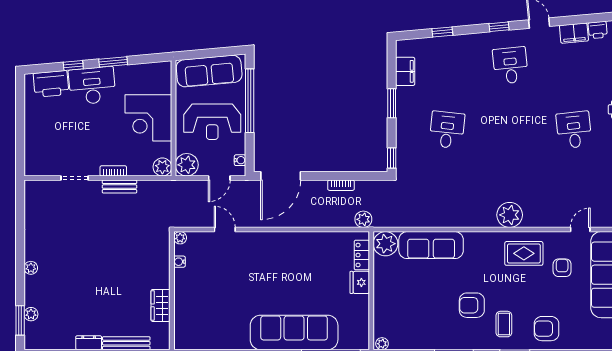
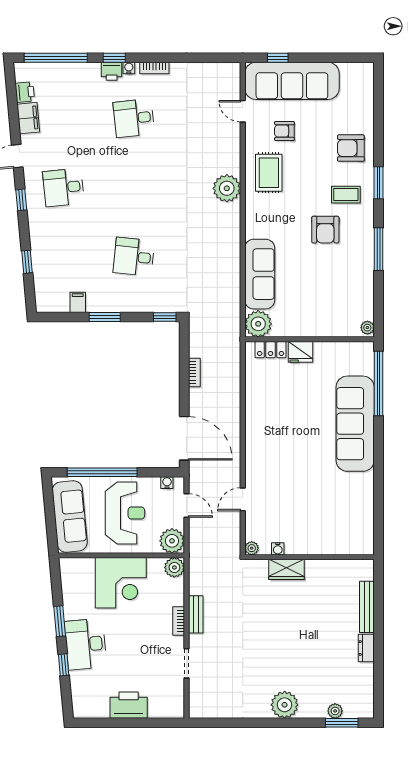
filing cabinet: (405, 71) -> (78, 302), width x0.50
printer: (51, 84) -> (129, 705), moved, turned -85
plant: (363, 219) -> (231, 348), removed
plant: (31, 268) -> (285, 705), width x1.87, depth x1.87
wardrobe: (161, 305) -> (286, 569), moved
armchair: (546, 329) -> (351, 148), turned 90

